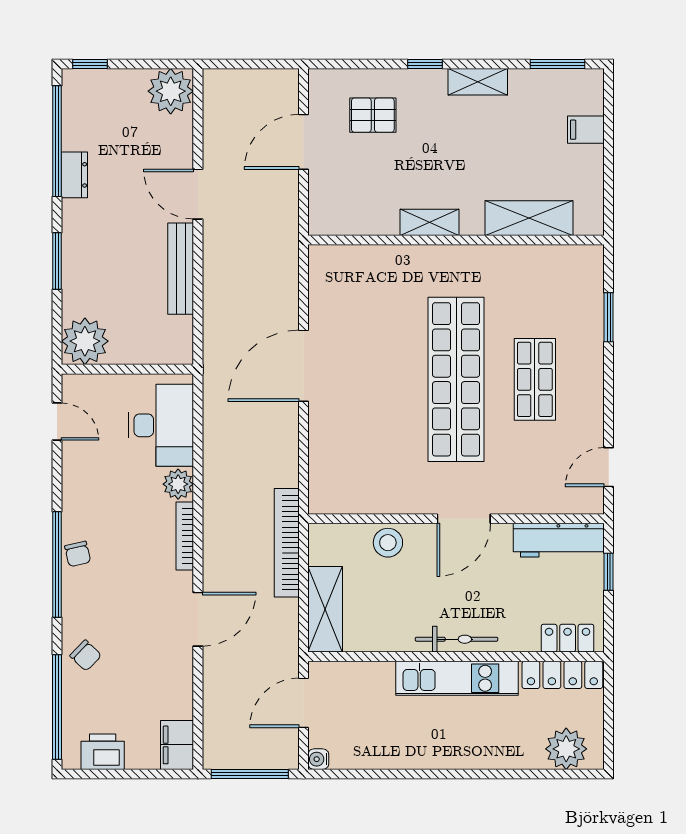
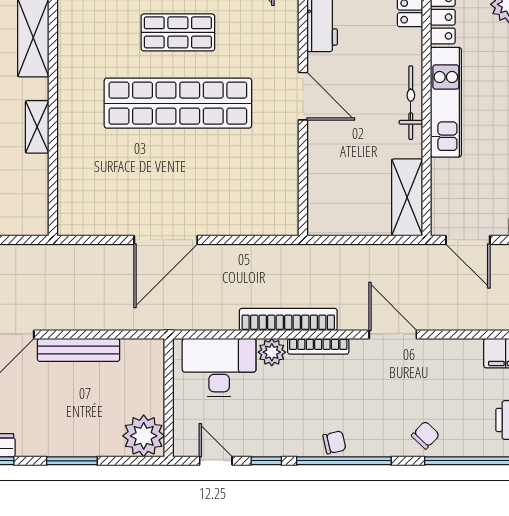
door: (303, 366) -> (166, 240), hinge flipped
door: (57, 422) -> (216, 461), hinge flipped
window: (57, 478) -> (266, 461), added
bookcase: (287, 543) -> (288, 320), moved, turned 180
stool: (388, 543) -> (324, 164), removed
shelving: (325, 609) -> (407, 197), moved, turned 90

